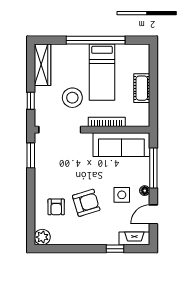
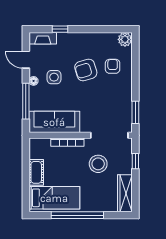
bed: (102, 72) -> (54, 198), moved, turned 90
door: (153, 214) -> (26, 60), swing flipped

